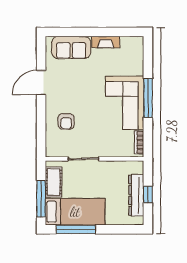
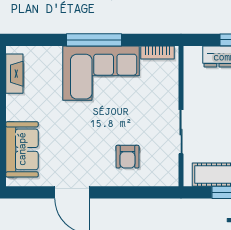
fireplace: (106, 42) -> (14, 74), moved
armchair: (66, 121) -> (127, 157), turned 90

